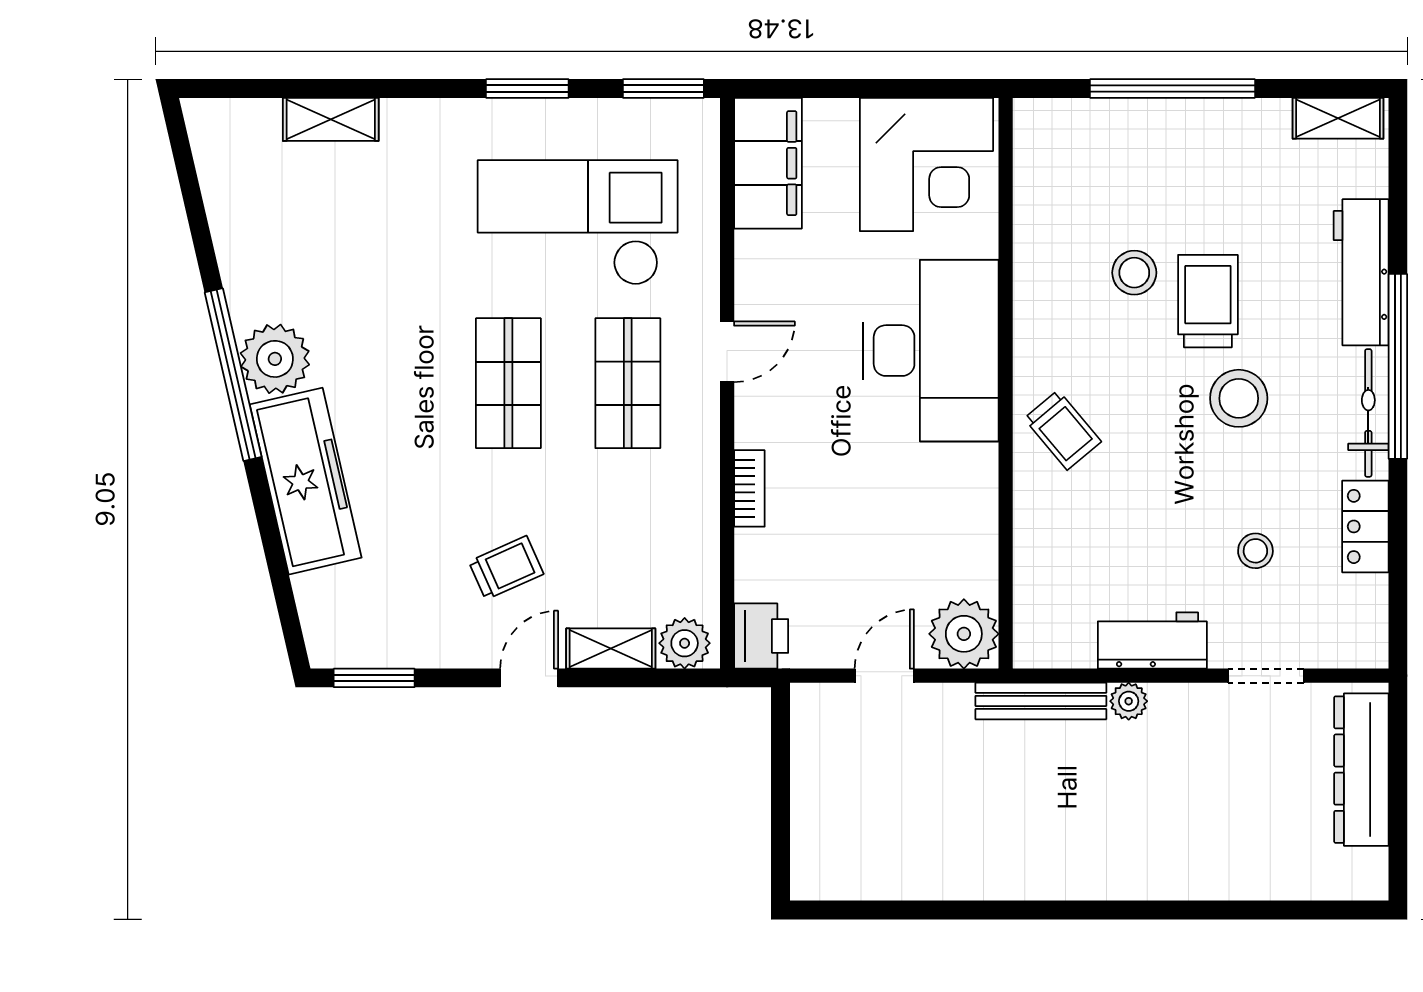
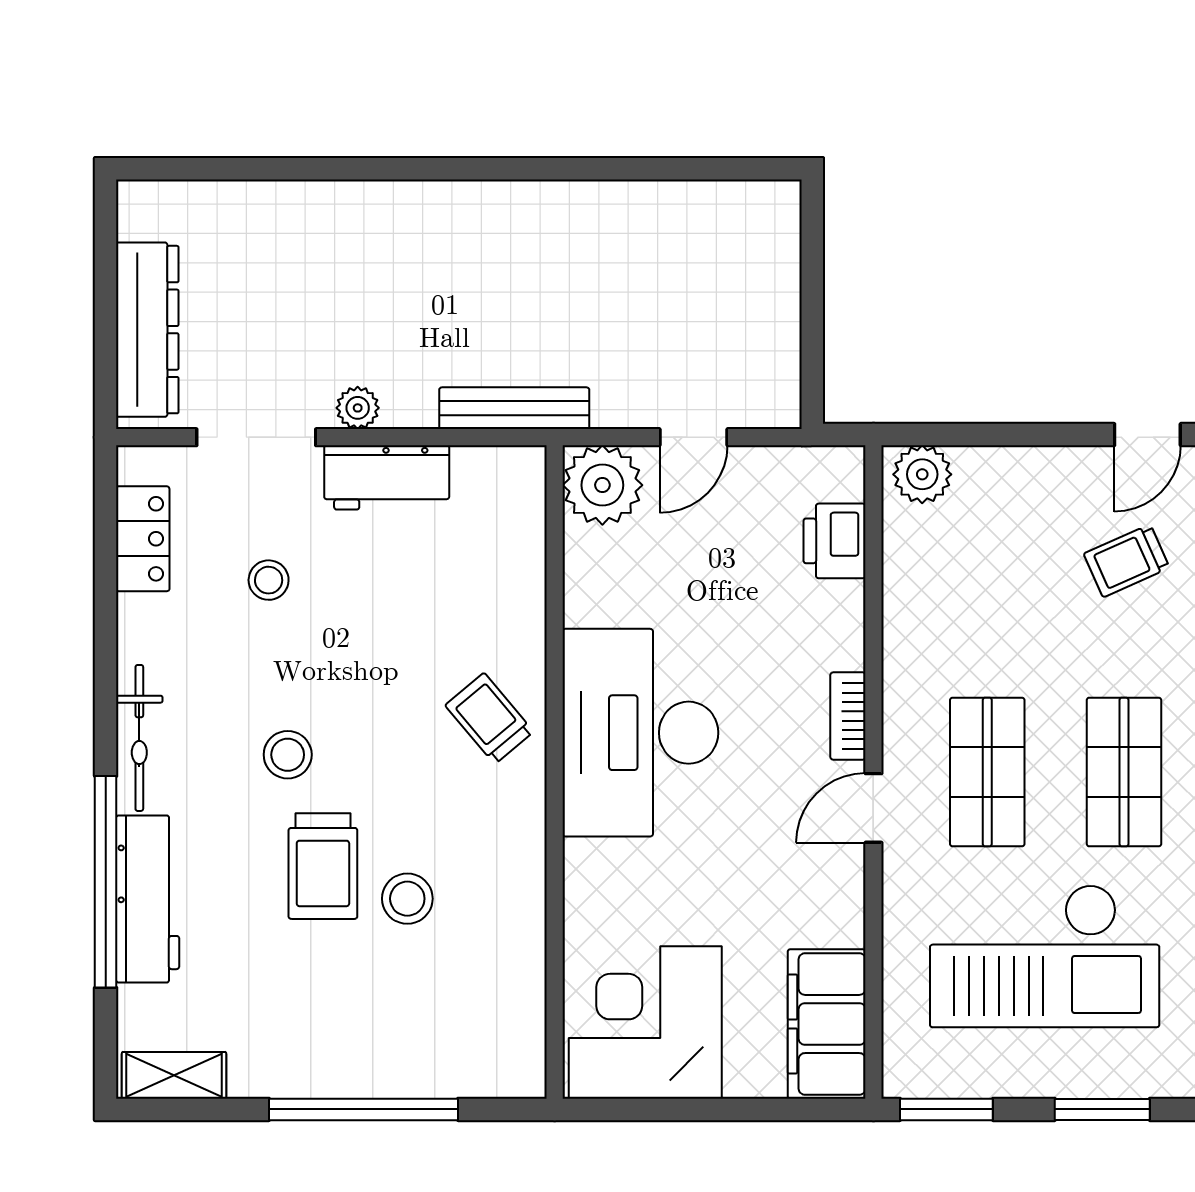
desk: (931, 351) -> (640, 733), moved
window: (1398, 366) -> (106, 882), moved
stool: (1239, 398) -> (288, 755), width x0.73, depth x0.73
bookcase: (749, 488) -> (848, 716), moved
locker: (1365, 526) -> (143, 539), moved
printer: (761, 636) -> (835, 541), moved
shelving: (611, 649) -> (1007, 468), removed
doorway: (1266, 676) -> (256, 437), width x1.38
door: (529, 678) -> (1147, 435), moved
plant: (1129, 701) -> (358, 408), moved

